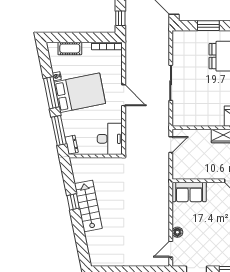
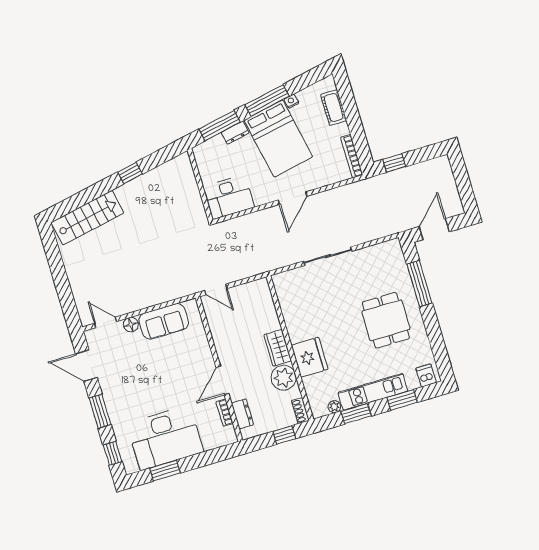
window: (208, 26) -> (419, 284), width x1.44
dresser: (72, 145) -> (235, 133), moved
door: (171, 145) -> (216, 289), moved
sofa: (189, 192) -> (164, 321), moved, turned -90
stairs: (88, 206) -> (87, 218), moved

